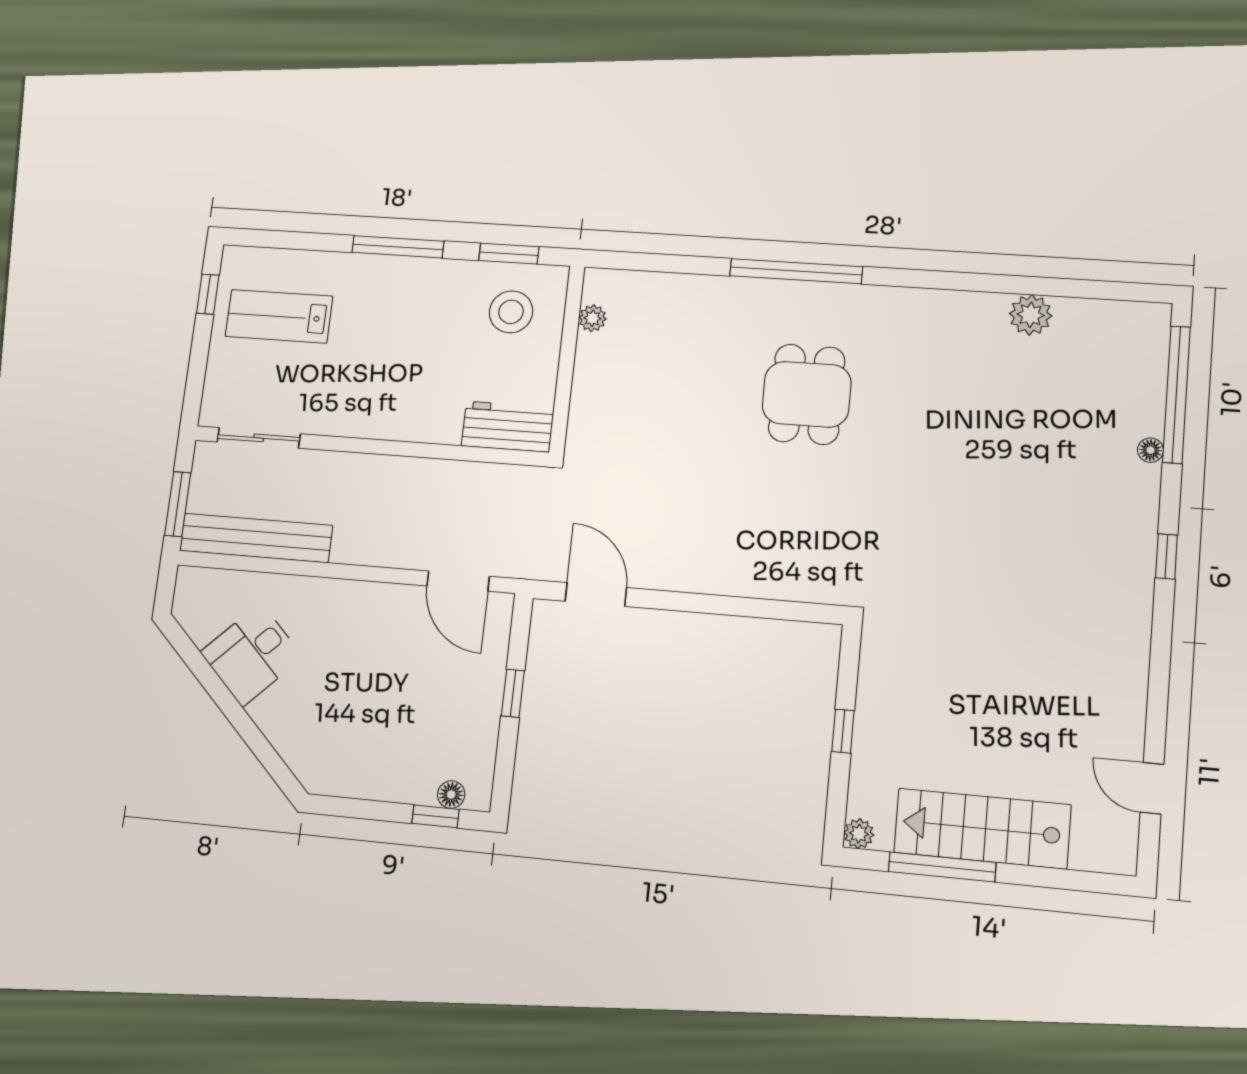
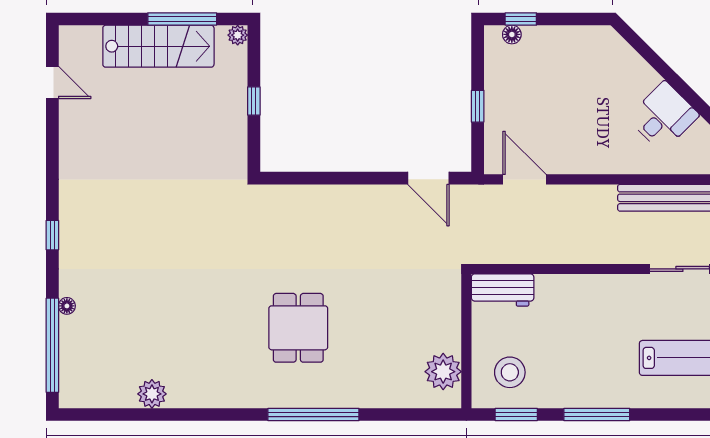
plant: (592, 318) -> (443, 372), width x1.88, depth x1.88

